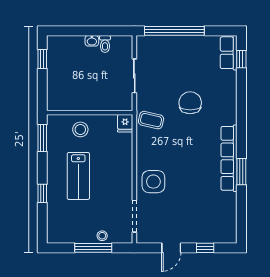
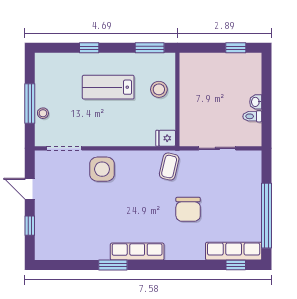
window: (174, 31) -> (266, 216), moved
row of seats: (229, 53) -> (234, 251), width x1.48
chair: (190, 103) -> (188, 209), turned 90
row of seats: (229, 158) -> (137, 252), width x0.73

